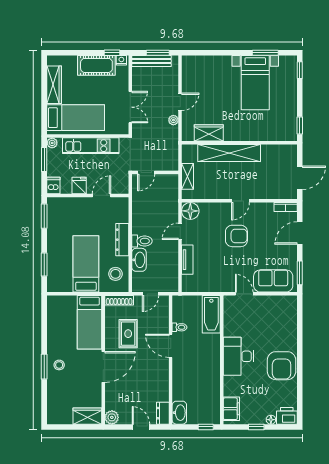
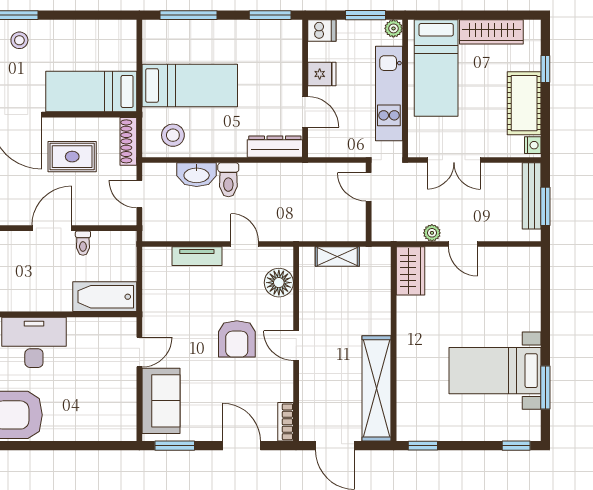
window: (112, 53) -> (545, 69), moved
wardrobe: (209, 133) -> (410, 271), moved
shelving: (229, 153) -> (377, 388), moved
door: (146, 172) -> (369, 187), moved
wall: (155, 172) -> (369, 202), moved
floor lamp: (190, 211) -> (279, 283), moved
dresser: (122, 240) -> (275, 147), moved
window: (44, 265) -> (189, 15), width x1.44

